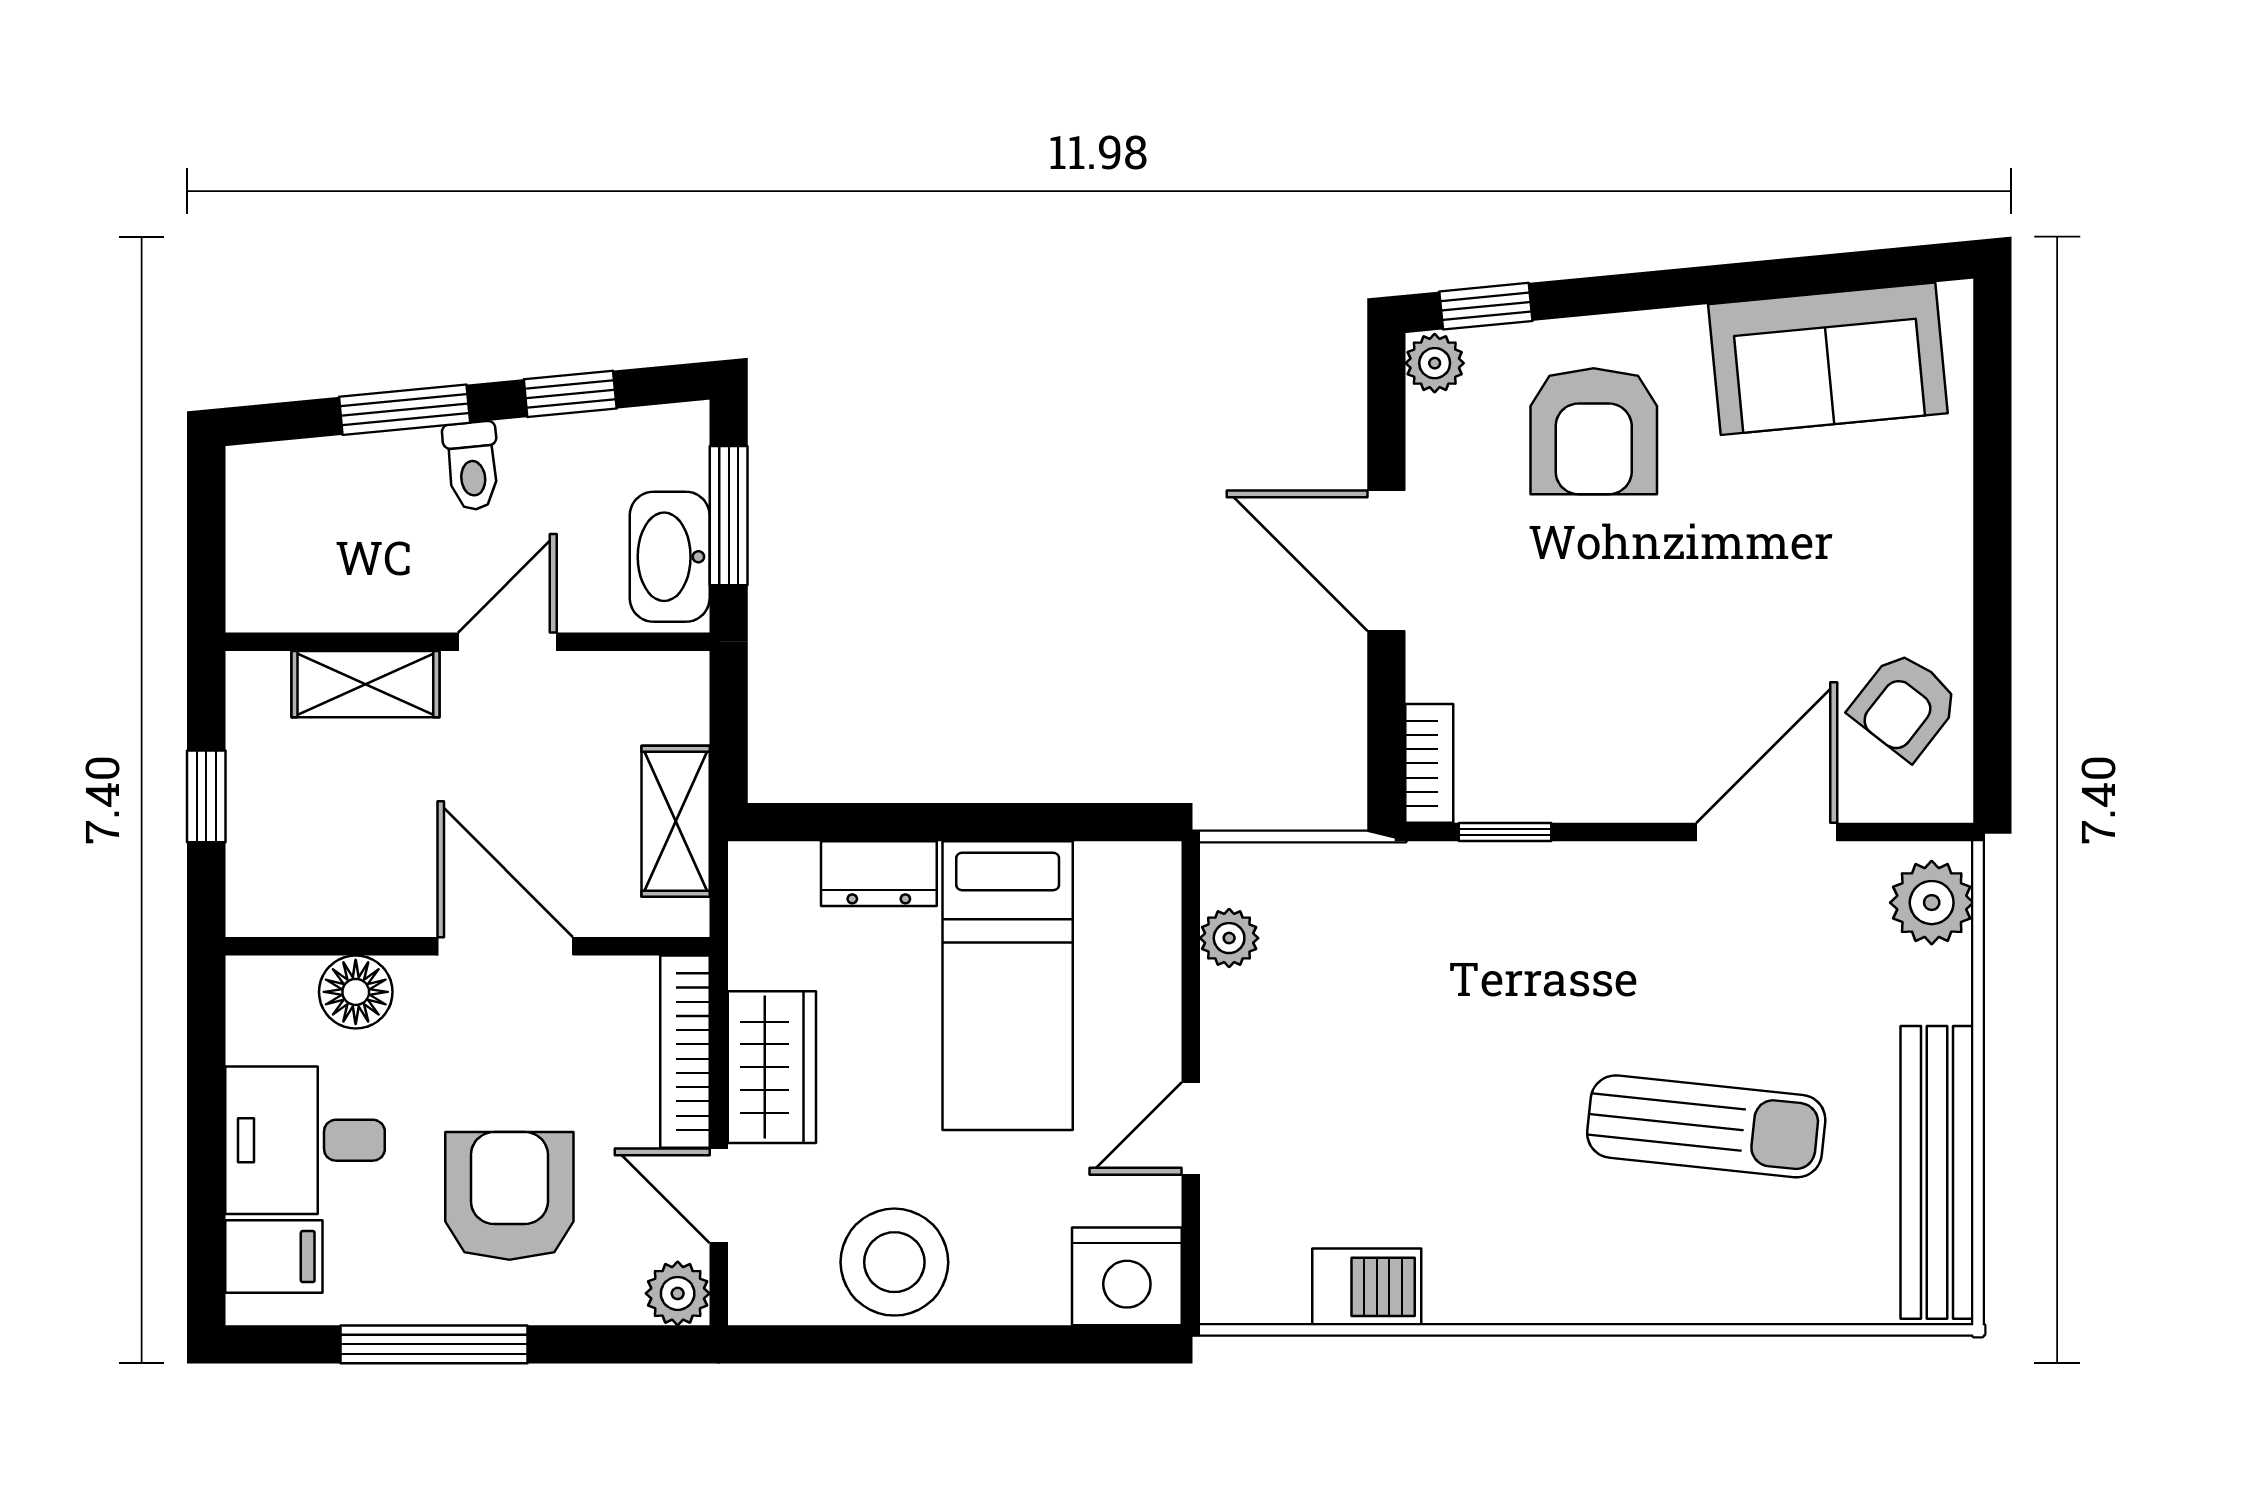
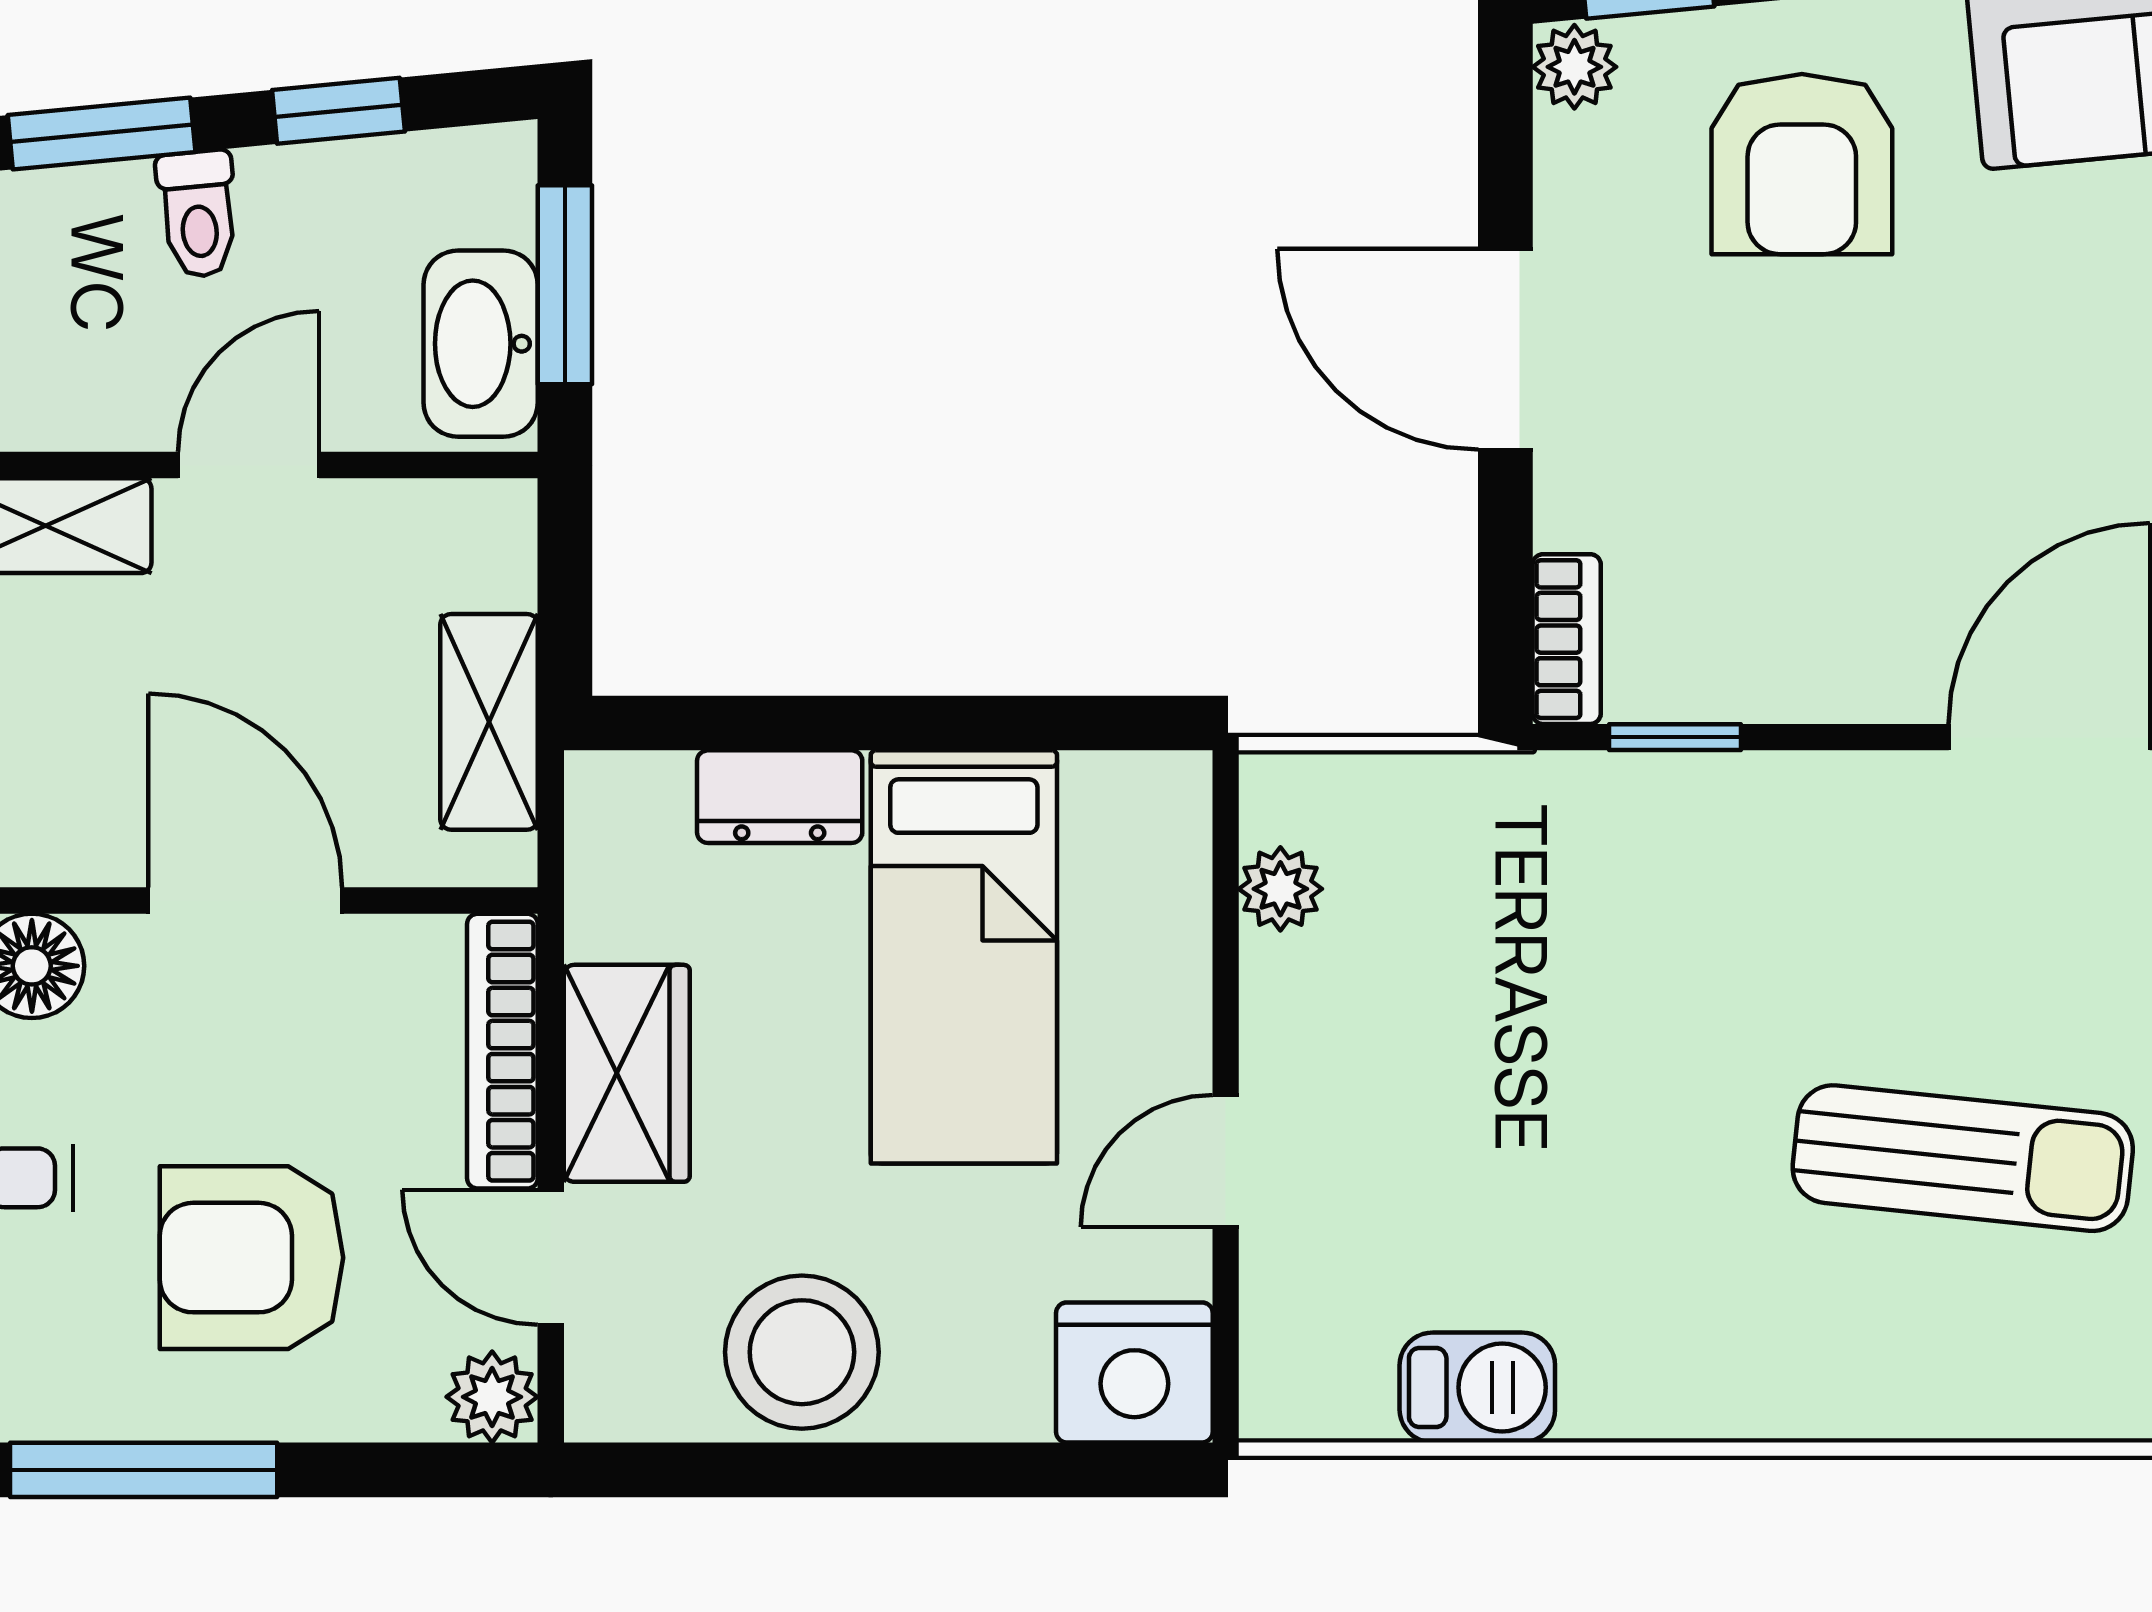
armchair: (509, 1196) -> (252, 1258), turned -90

